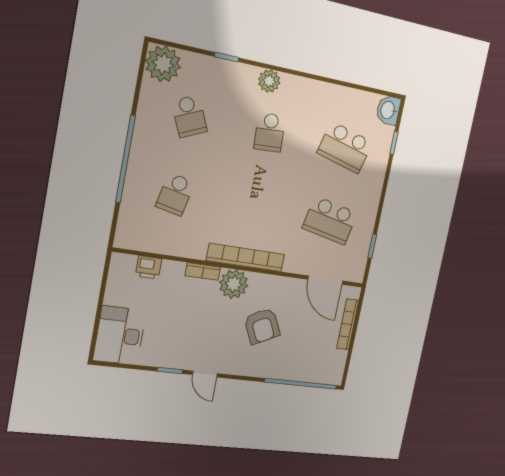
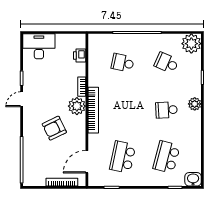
school desk: (189, 116) -> (167, 63), turned 48

